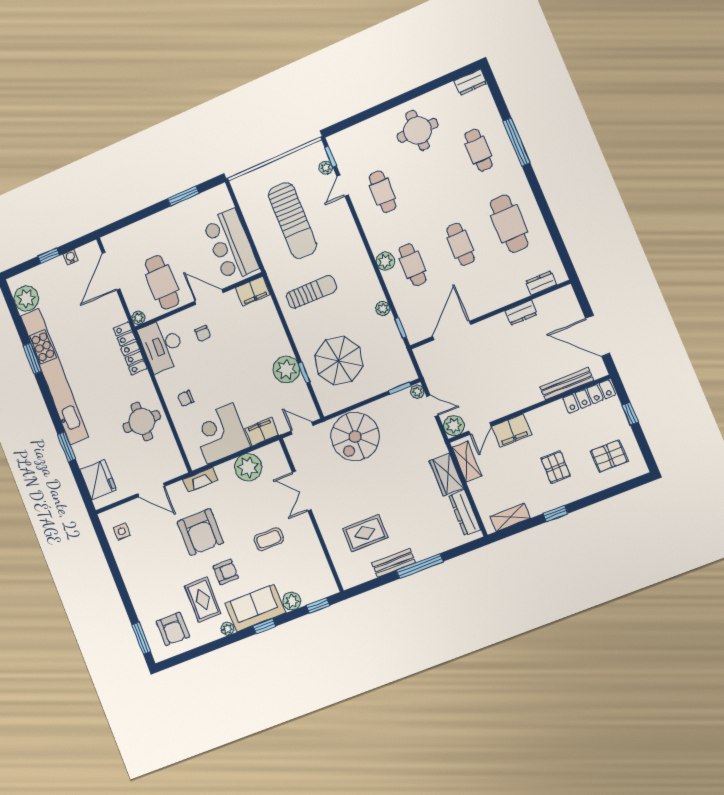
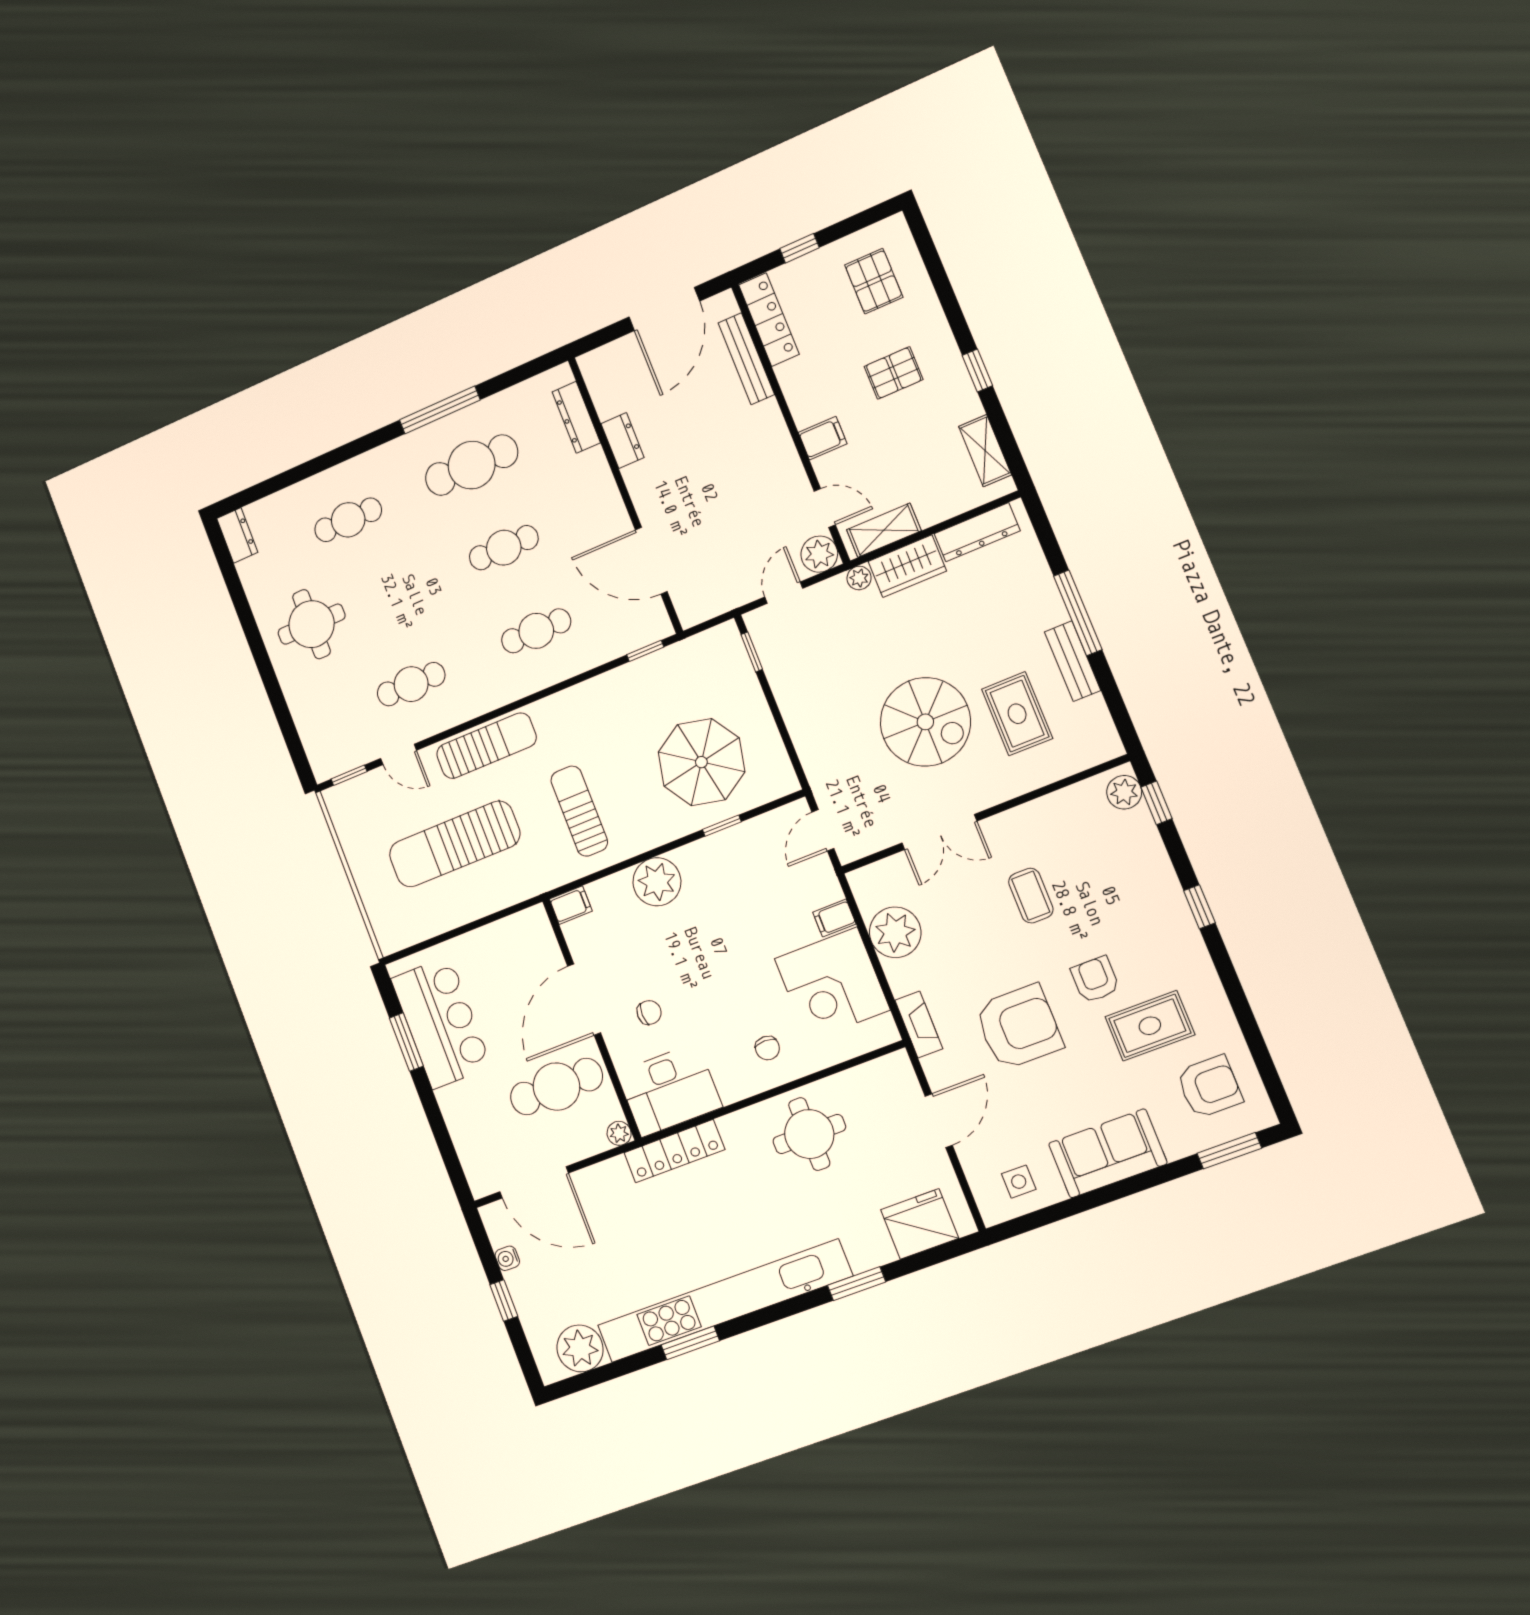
window: (517, 142) -> (440, 410), moved
plant: (326, 168) -> (367, 784), removed
sun lounger: (292, 220) -> (455, 844), turned 180
sun lounger: (348, 237) -> (486, 746), added
bar counter: (231, 245) -> (441, 1022), moved, turned -90
plant: (385, 261) -> (529, 679), removed
dresser: (541, 283) -> (576, 417), width x1.44
filing cabinet: (253, 291) -> (571, 905), width x0.50
door: (209, 297) -> (584, 1000), width x1.36
plant: (383, 309) -> (611, 683), removed
plant: (286, 370) -> (657, 882), moved
plant: (417, 392) -> (859, 578), moved
filing cabinet: (512, 431) -> (823, 438), width x0.50
filing cabinet: (262, 432) -> (834, 918), width x0.50
spiral stairs: (355, 437) -> (925, 722), moved
plant: (292, 601) -> (1124, 792), moved
sofa: (255, 608) -> (1108, 1153), moved, turned 90
plant: (227, 629) -> (1206, 979), removed

